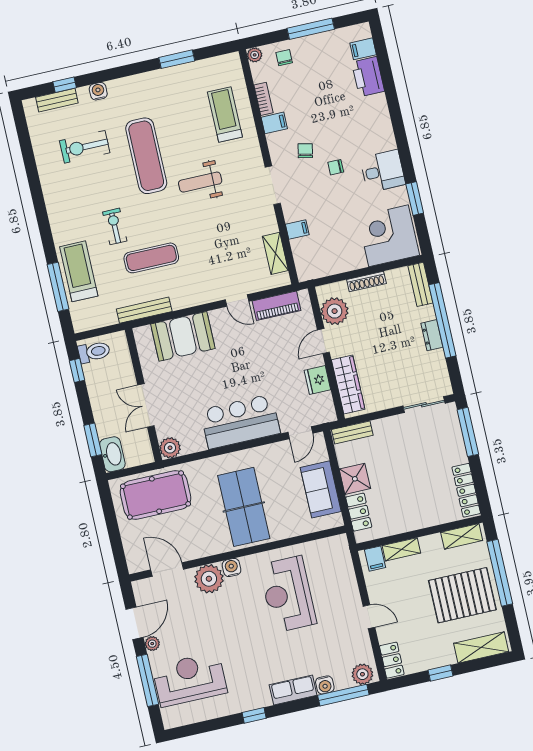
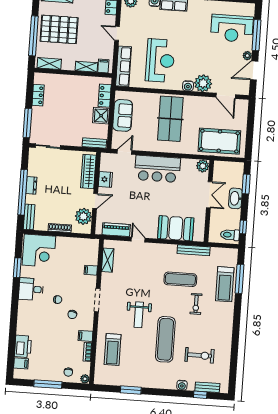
weight bench: (200, 182) -> (139, 315), turned 90
washbasin: (112, 454) -> (235, 198), moved
locker: (466, 490) -> (38, 95), width x0.66
row of seats: (343, 568) -> (123, 66), added

